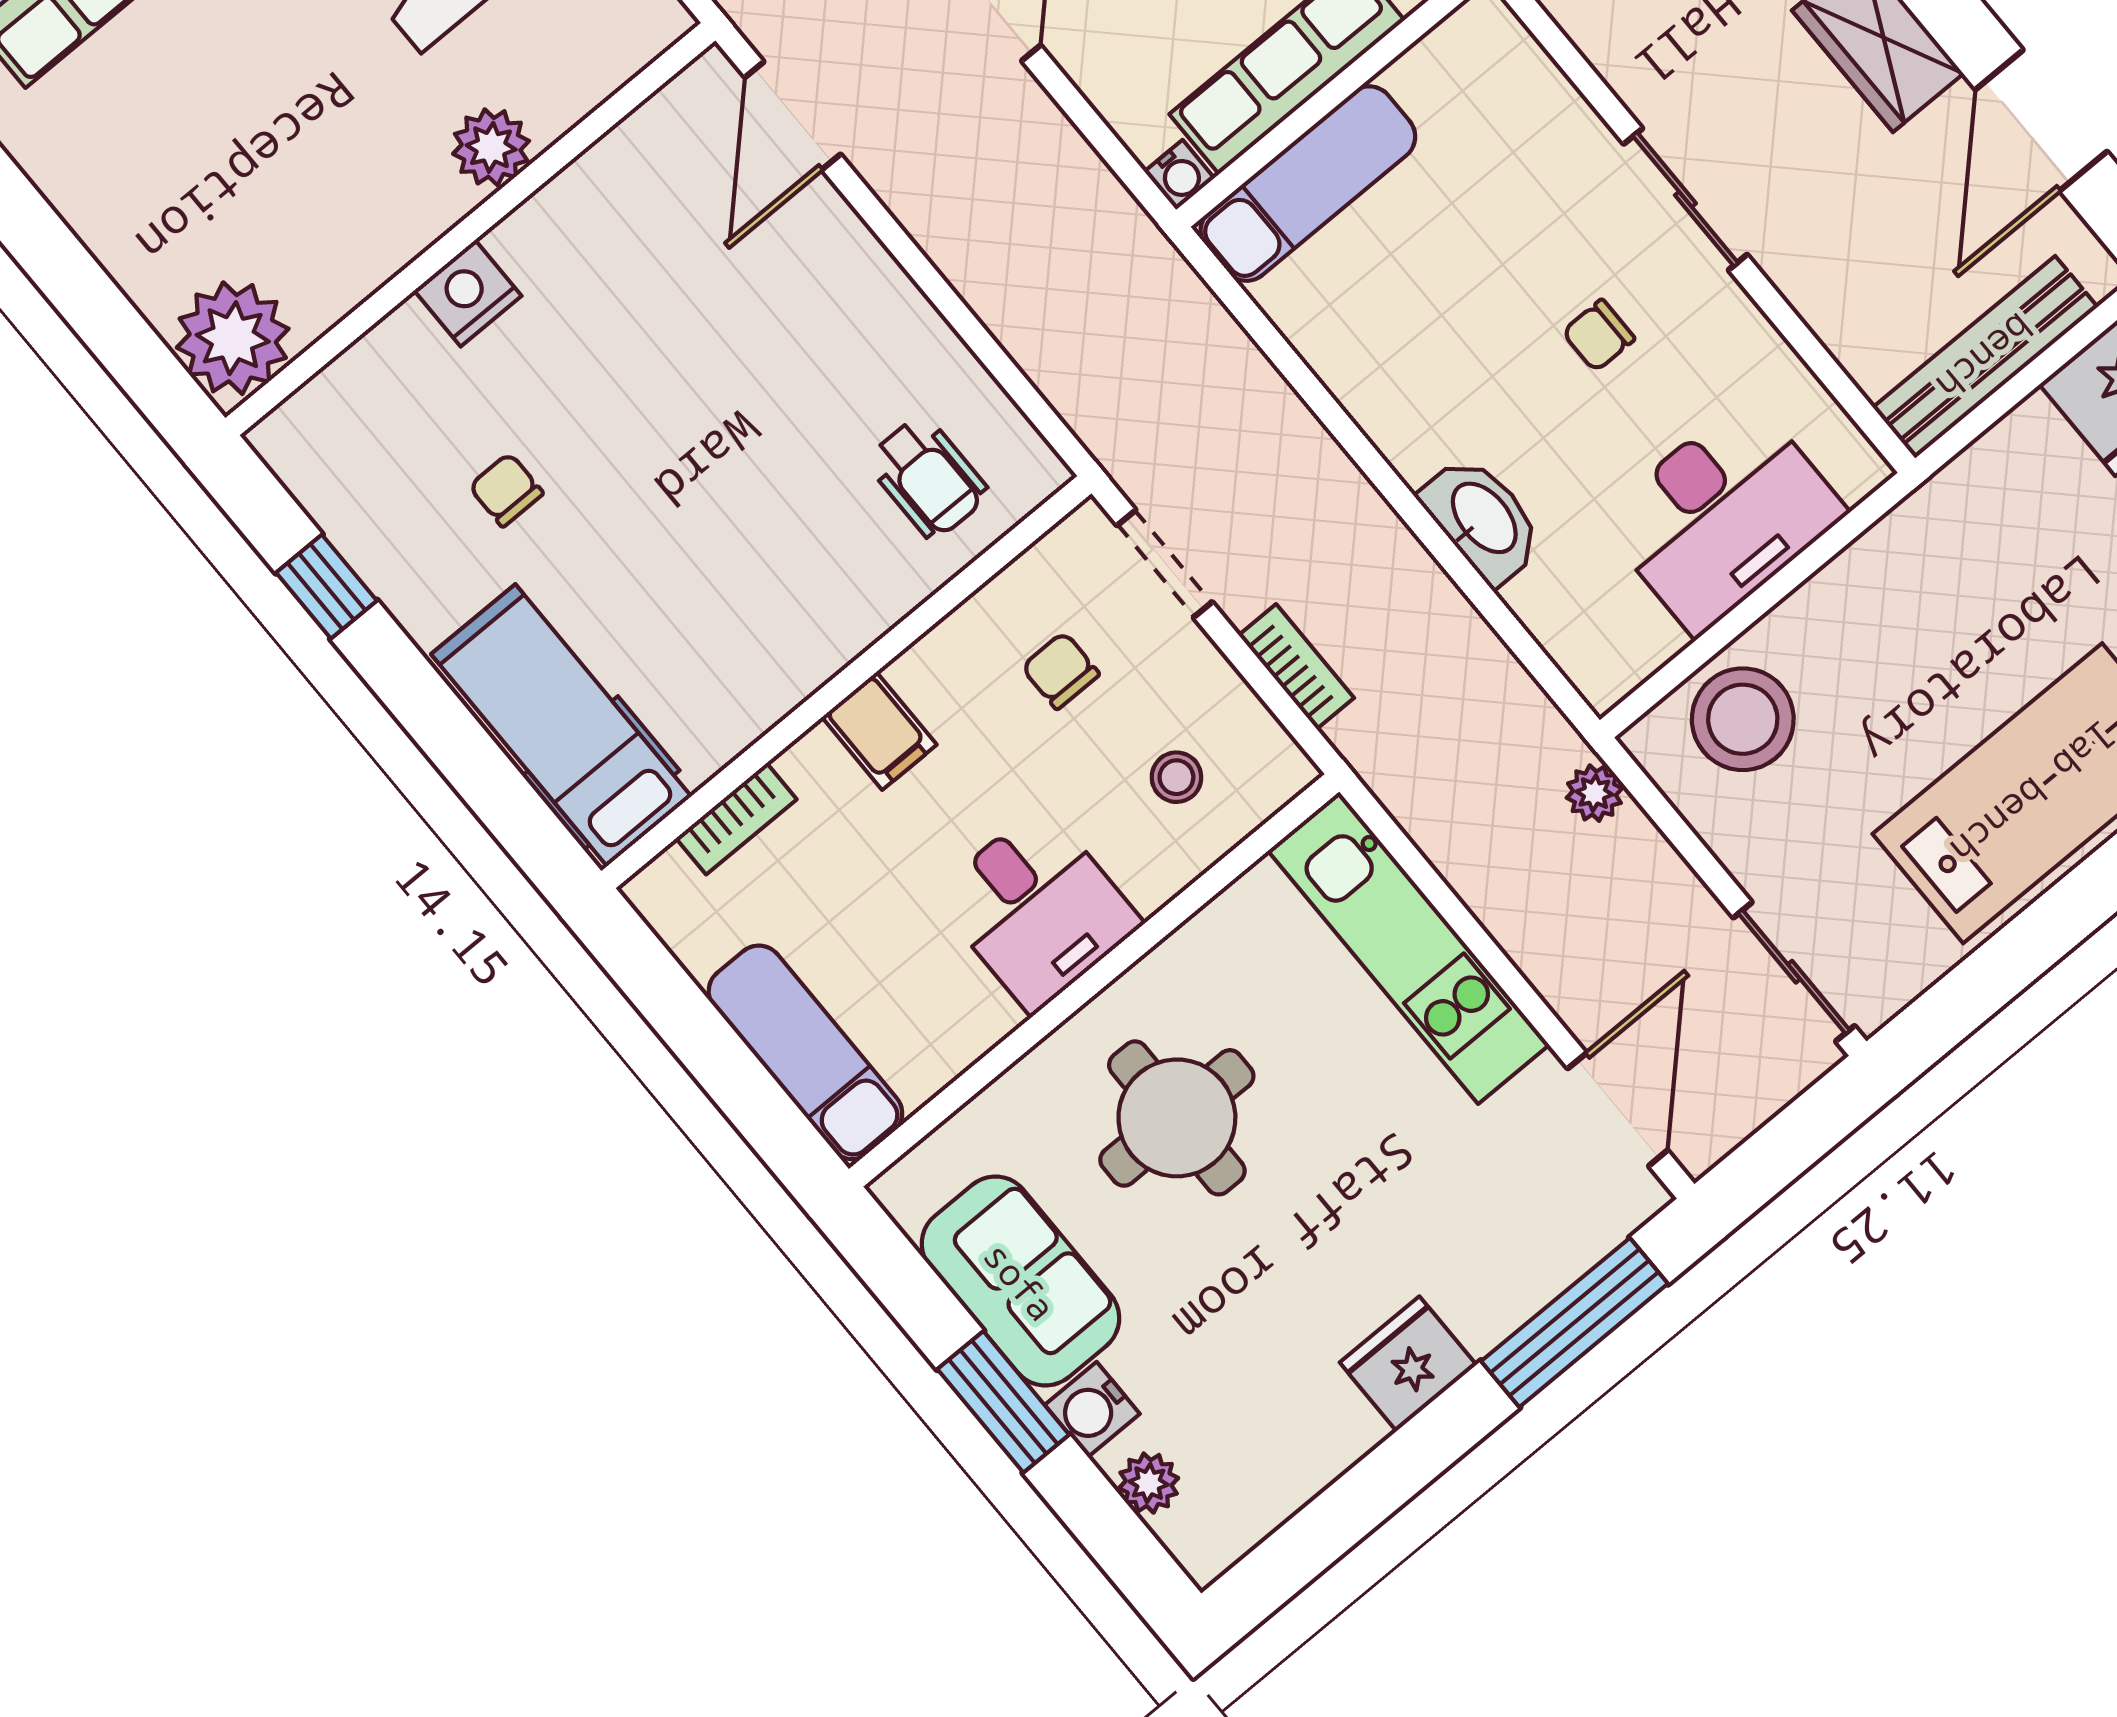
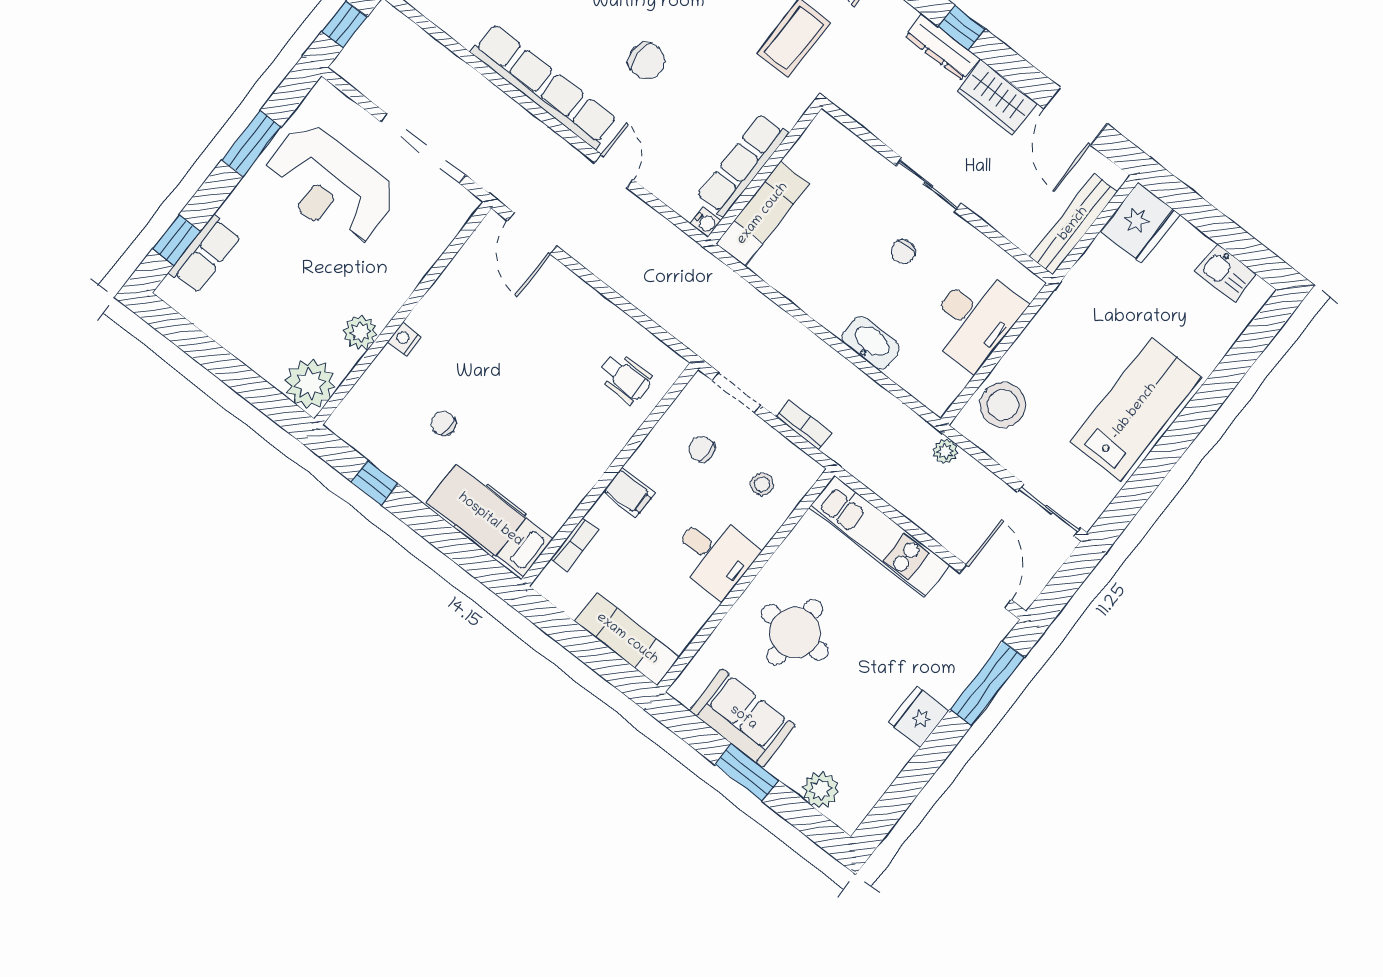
plant: (491, 147) -> (360, 332), moved
nightstand: (468, 293) -> (405, 339), width x0.72, depth x0.74
water cooler: (1092, 1409) -> (786, 767), removed
plant: (1149, 1483) -> (821, 790), width x1.38, depth x1.38

